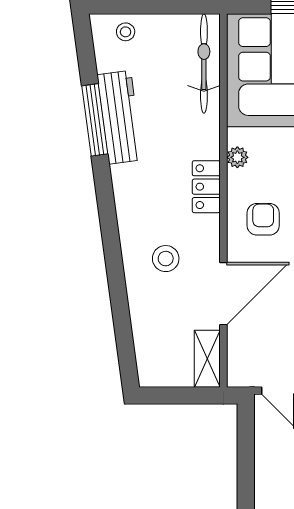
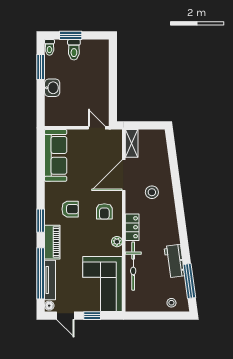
bicycle: (204, 64) -> (133, 266), moved
workbench: (120, 117) -> (174, 261), width x0.73
window: (95, 120) -> (189, 281), moved

